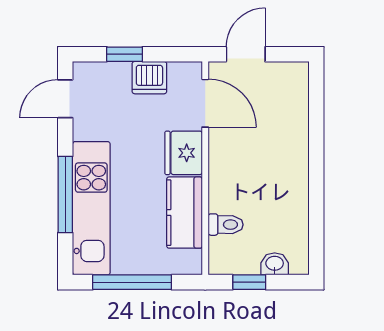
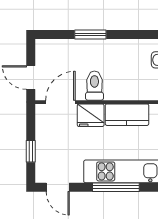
dishwasher: (149, 78) -> (45, 136), removed
window: (316, 152) -> (90, 35), added
toilet: (226, 225) -> (94, 86), moved, width x1.37, depth x1.39

